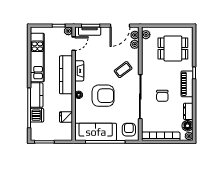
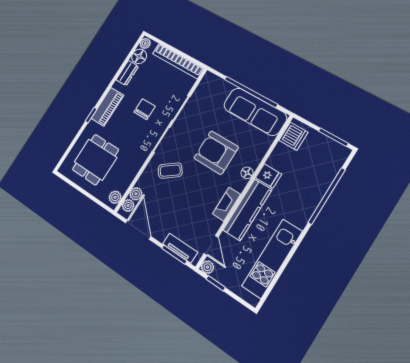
door: (120, 26) -> (138, 230), hinge flipped
door: (74, 44) -> (211, 245), swing flipped
dining table: (173, 48) -> (95, 160), turned 90
kitchen counter: (37, 95) -> (305, 207), removed
dishwasher: (37, 115) -> (293, 136), moved, turned 180
fridge: (66, 117) -> (269, 176), moved
armchair: (129, 130) -> (211, 91), removed

